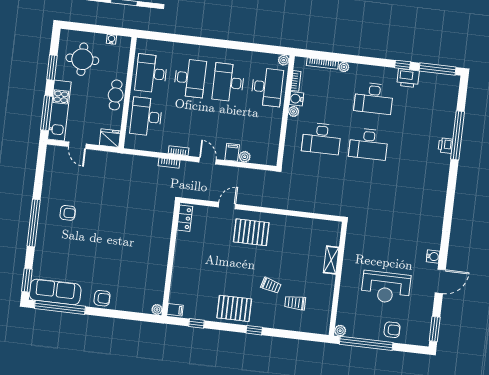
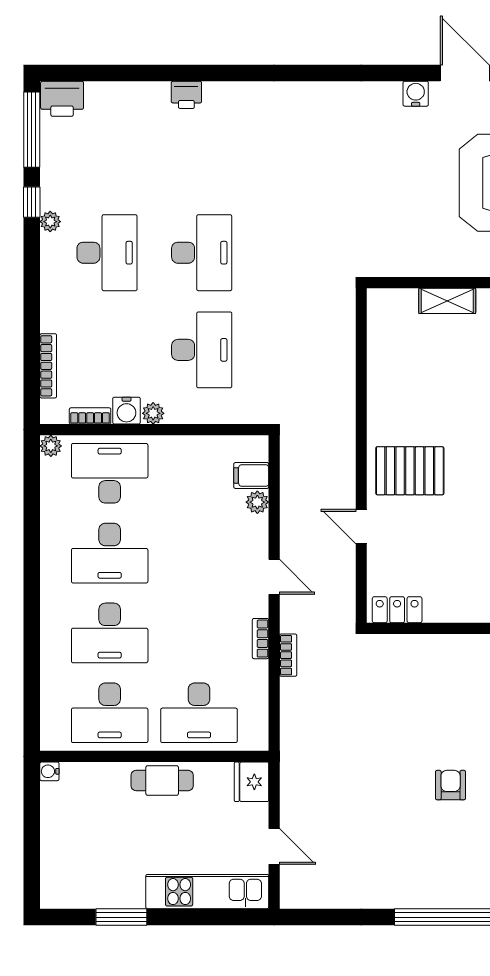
water cooler: (111, 39) -> (49, 771), moved
round table: (82, 59) -> (97, 857), removed
plant: (344, 67) -> (50, 222), moved
desk: (190, 78) -> (110, 633), turned 180
printer: (408, 78) -> (62, 99), moved, turned 90
window: (47, 113) -> (216, 917), removed
window: (457, 135) -> (163, 73), removed
door: (77, 145) -> (274, 847), hinge flipped
filing cabinet: (232, 152) -> (251, 476), moved
door: (208, 161) -> (274, 577), swing flipped
armchair: (68, 213) -> (451, 785), moved
pallet: (251, 232) -> (410, 471), turned 90

